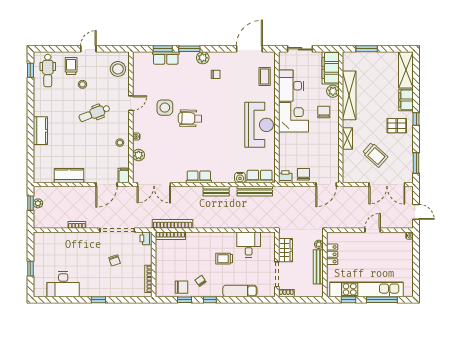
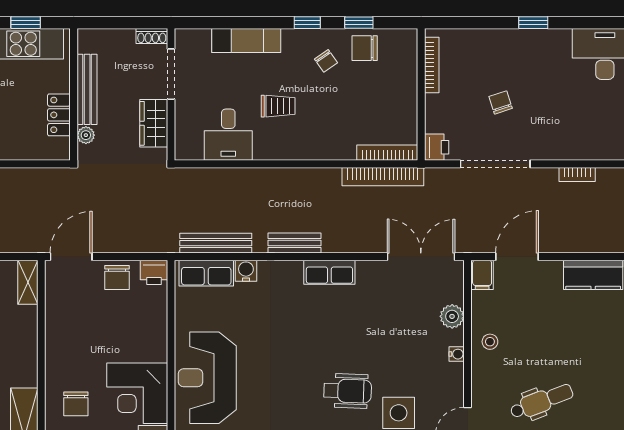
shelving: (347, 139) -> (28, 282), moved

